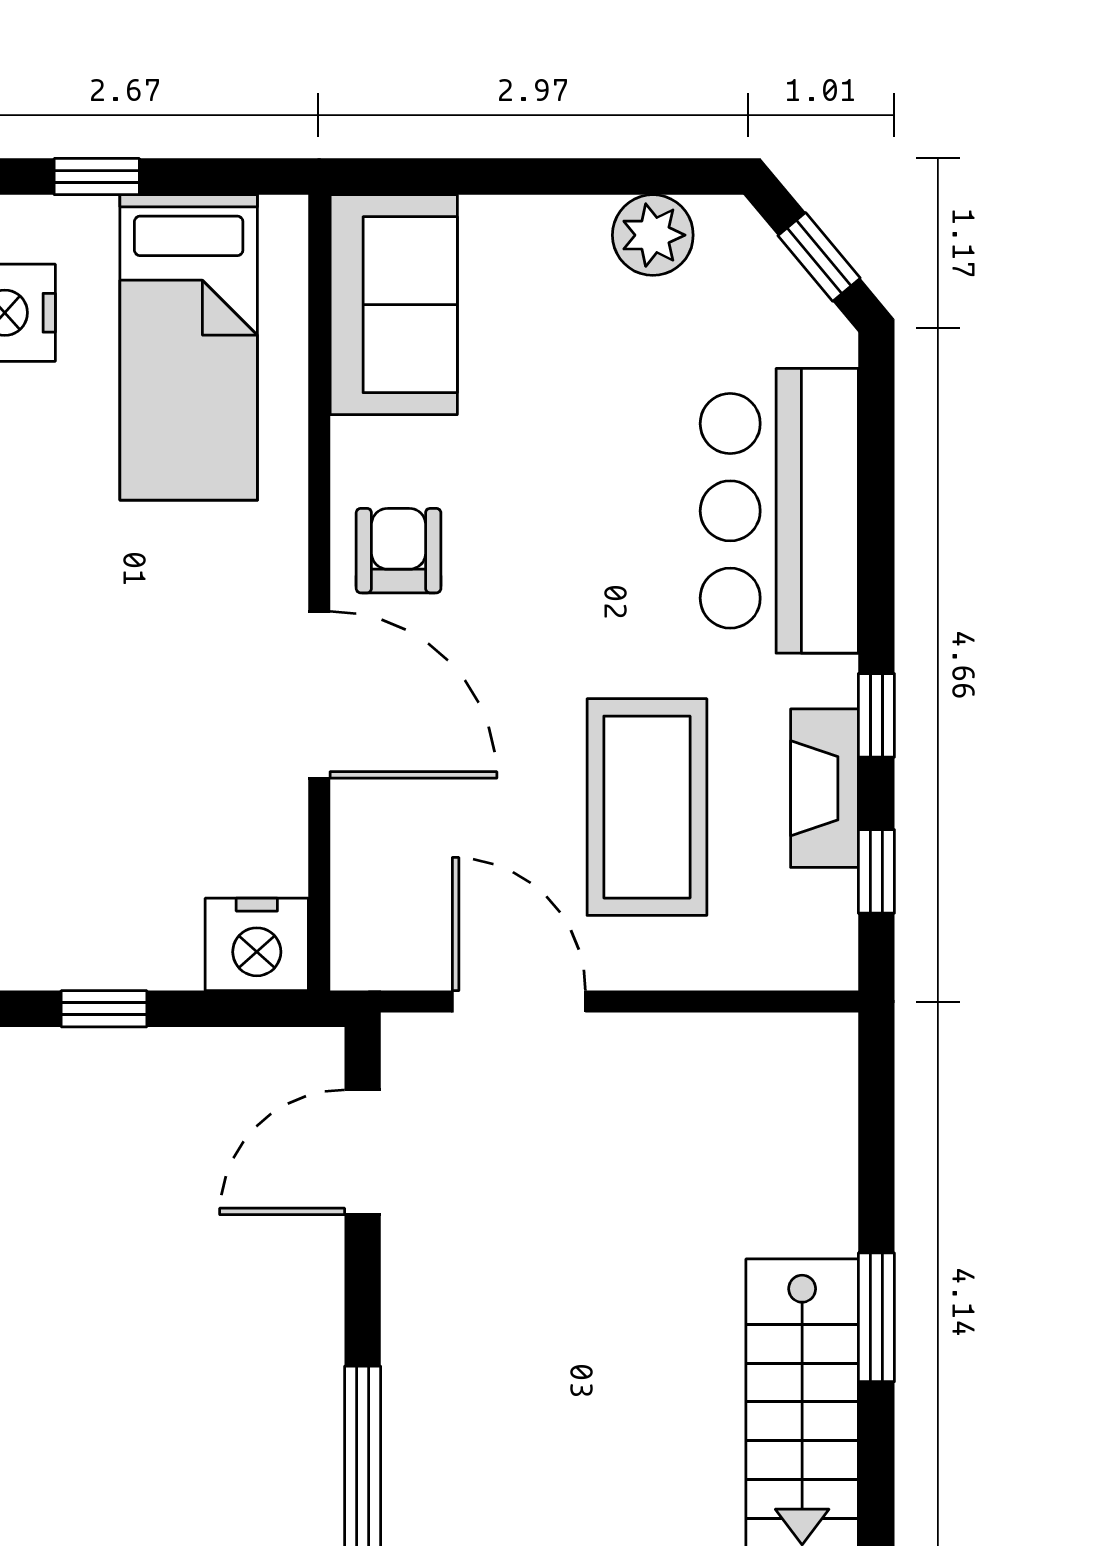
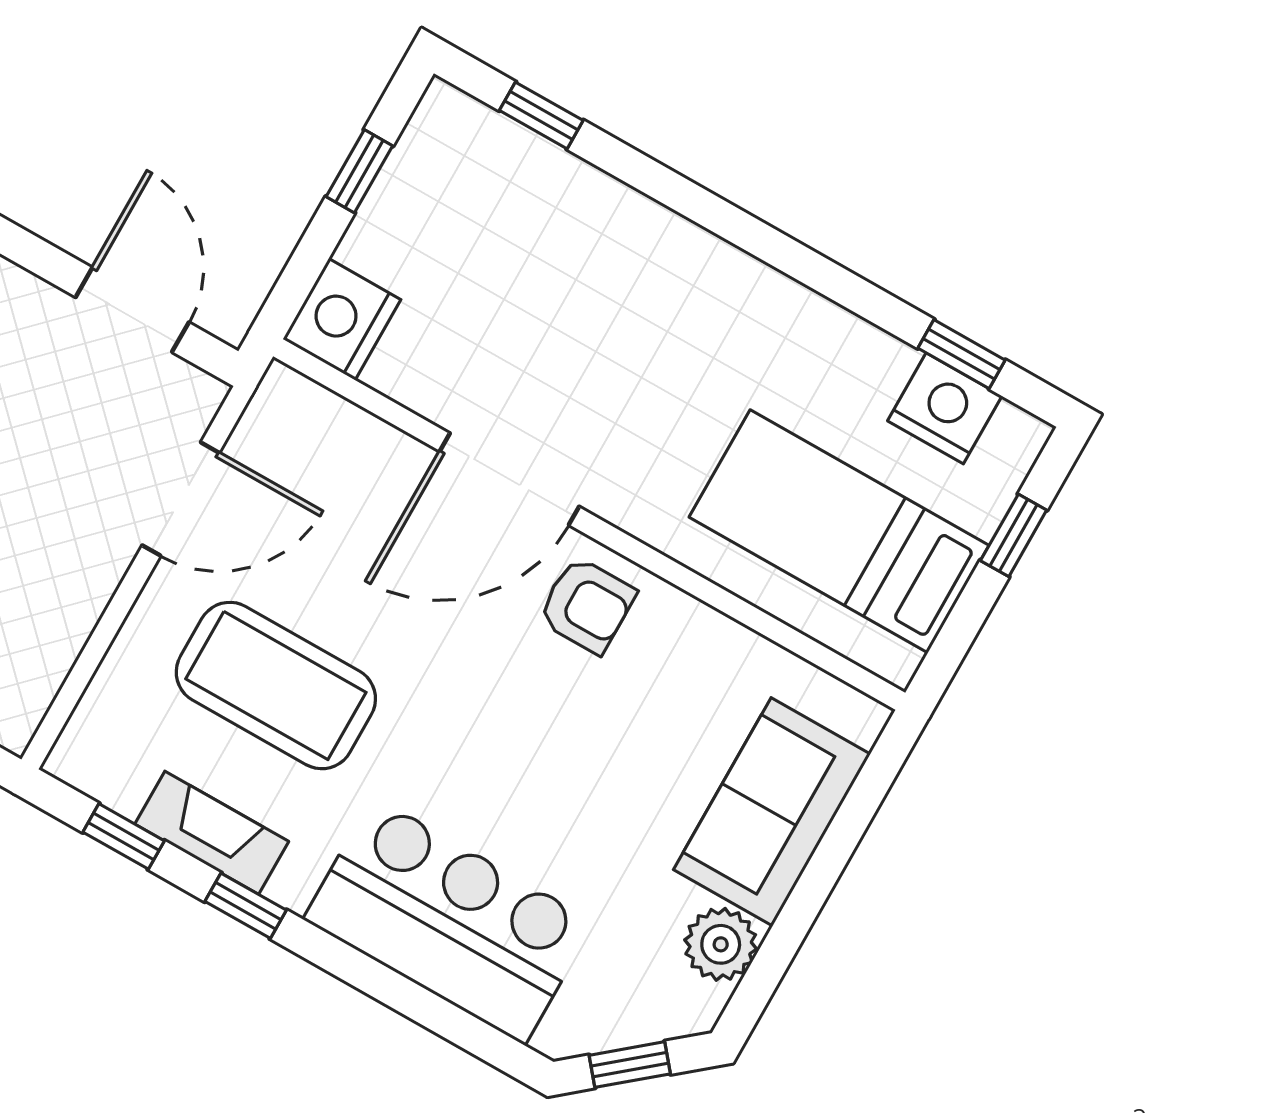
sofa: (394, 305) -> (772, 812), moved, turned 90

